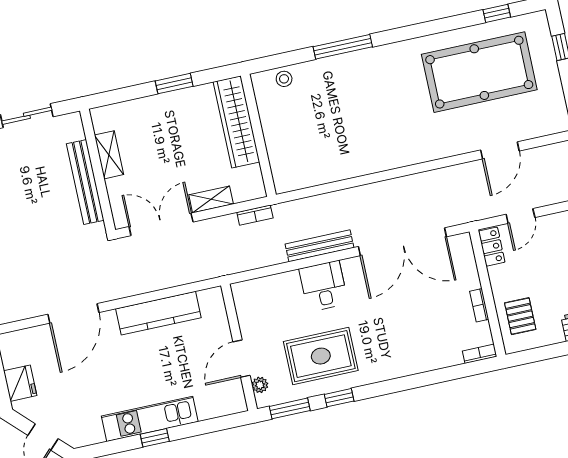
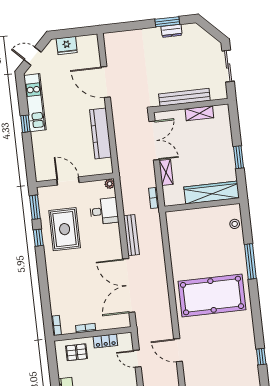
pool table: (479, 72) -> (212, 296), moved, turned 90
locker: (492, 247) -> (105, 341), moved
desk: (324, 286) -> (104, 211), moved
plant: (260, 385) -> (110, 184), moved
kitchen unit: (150, 419) -> (35, 103), moved

